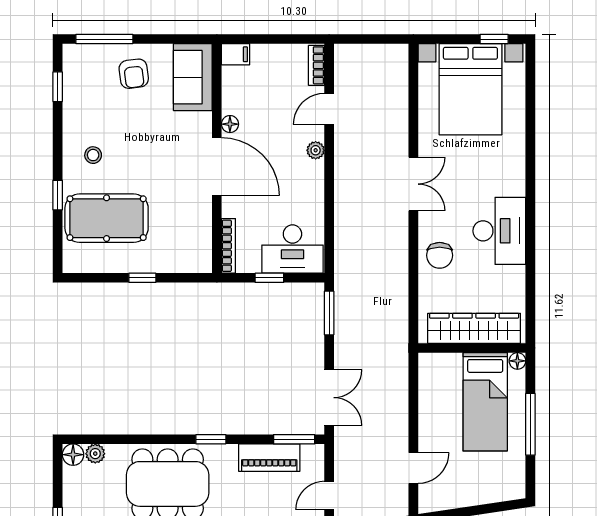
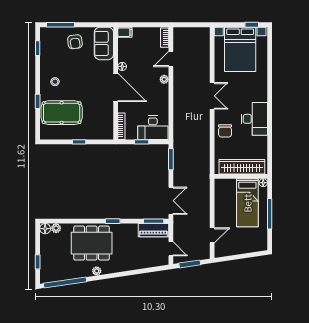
piano: (269, 458) -> (153, 230), moved
door: (329, 496) -> (171, 249), swing flipped

